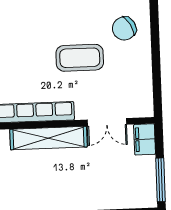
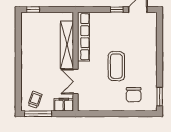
chair: (124, 28) -> (134, 95), turned -150
trolley: (138, 186) -> (35, 100), added

